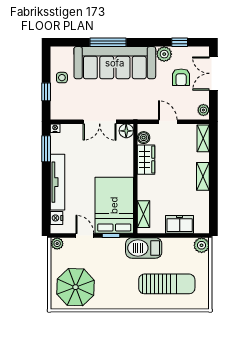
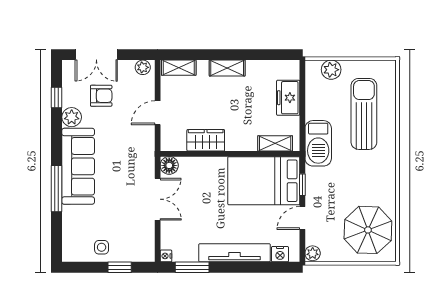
sofa: (115, 63) -> (78, 166), width x0.74, depth x0.79
boiler: (144, 138) -> (178, 143), removed
plant: (202, 245) -> (331, 70), moved

